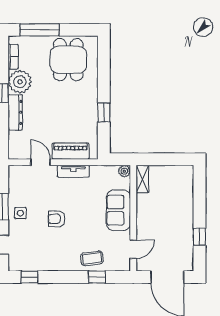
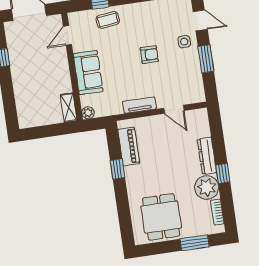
window: (40, 30) -> (195, 243), width x0.69
piano: (71, 151) -> (129, 147), moved, turned -90
side table: (20, 213) -> (184, 42), moved

